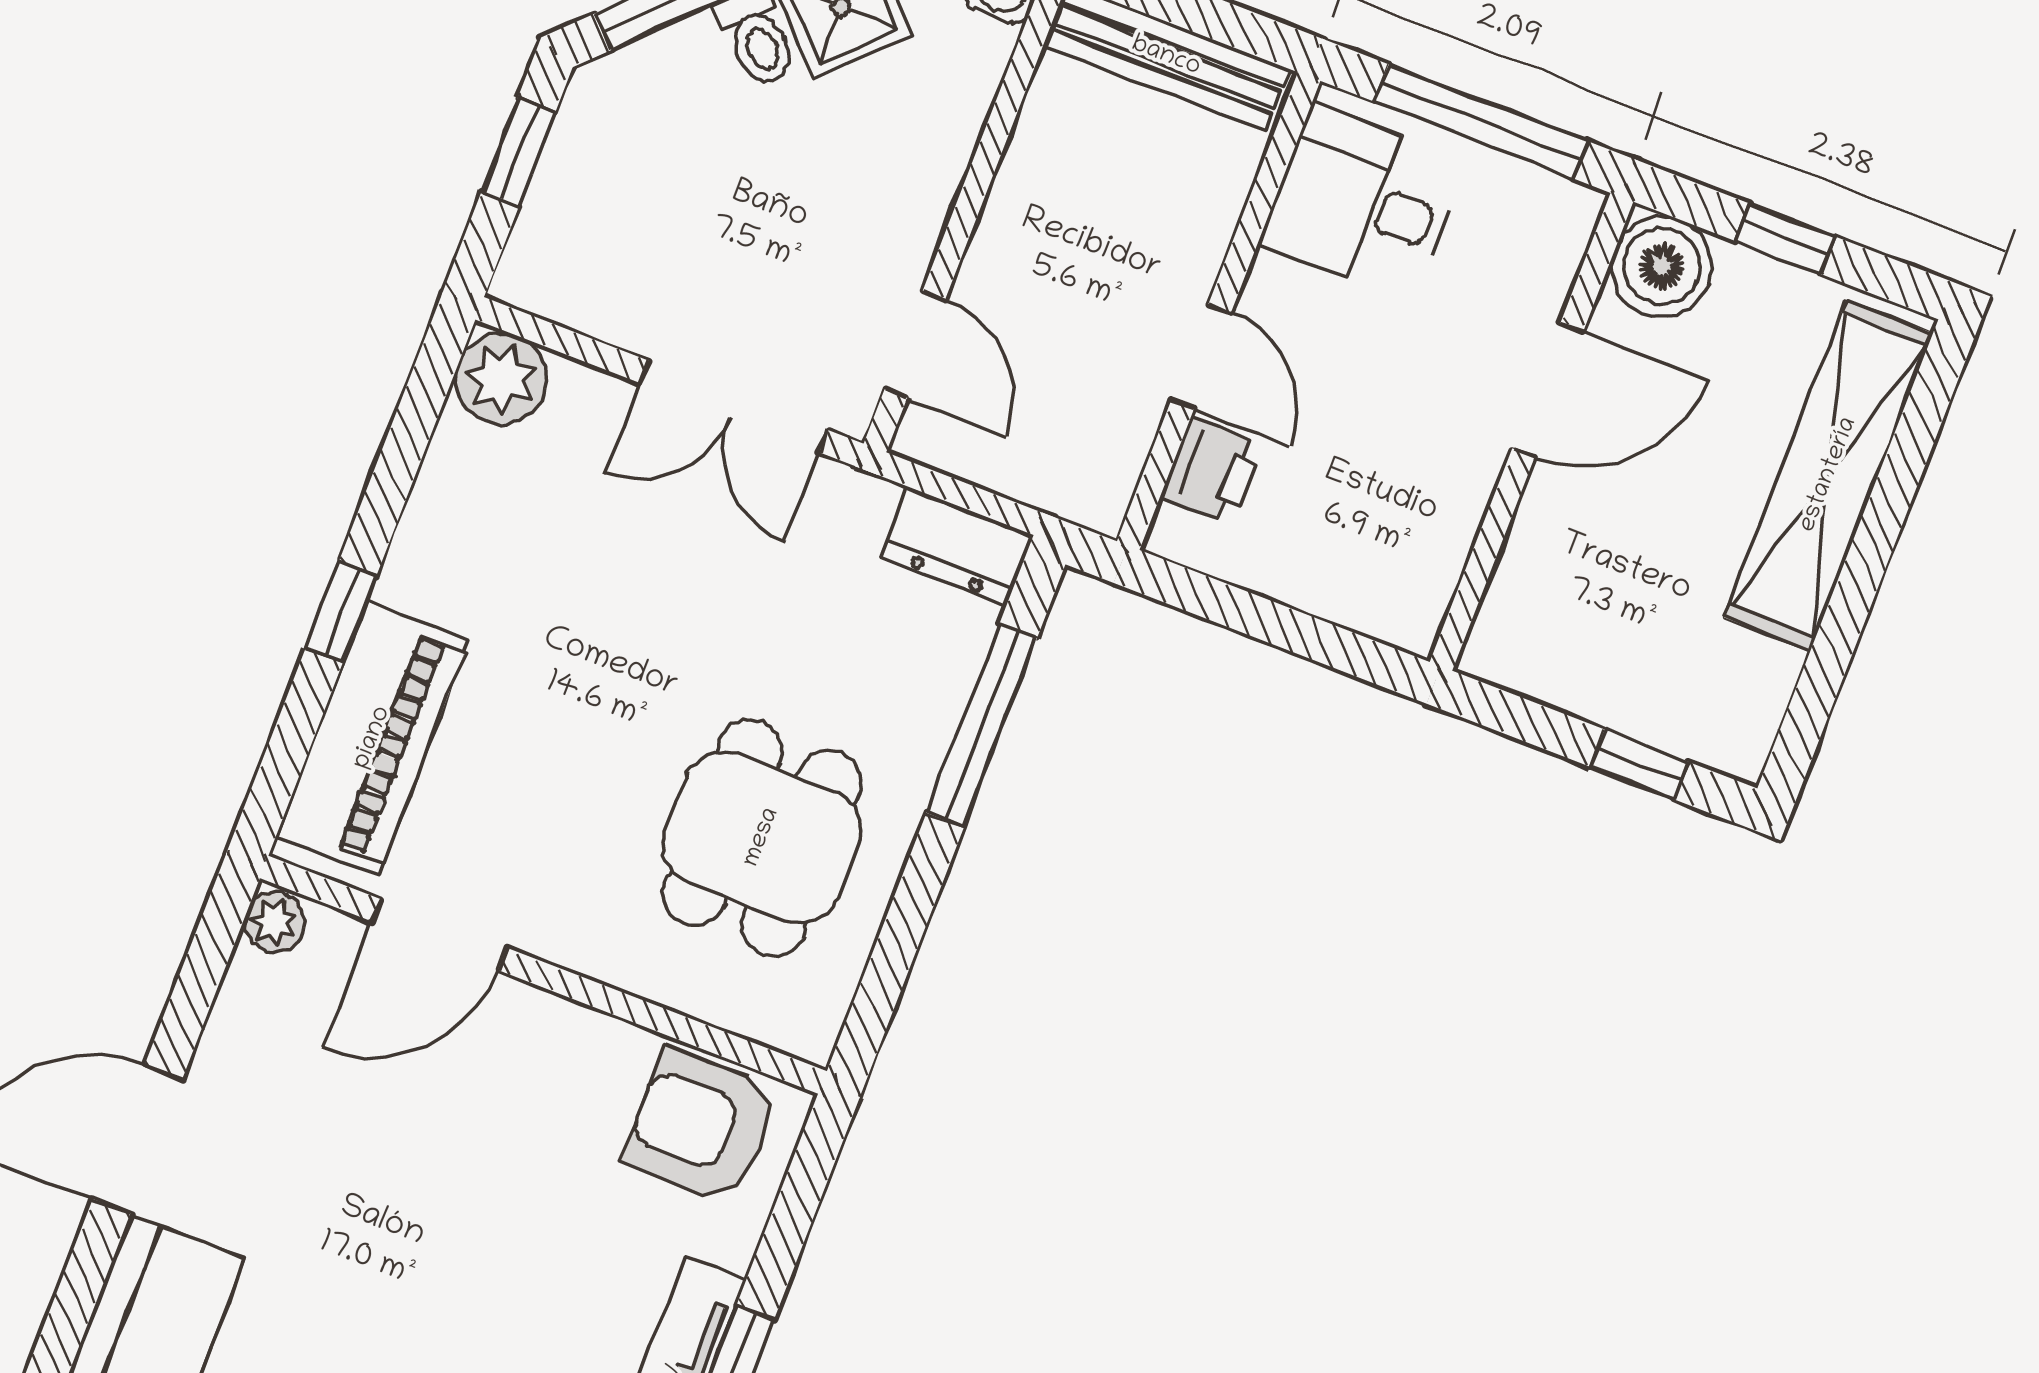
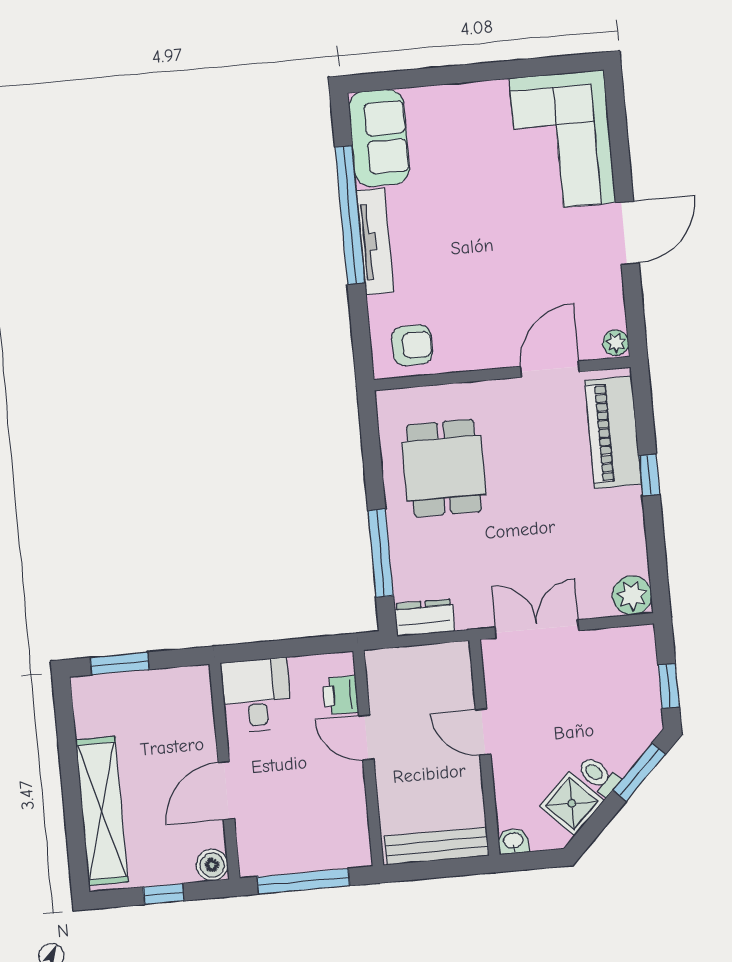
desk: (1362, 203) -> (257, 695), moved, turned -90
boiler: (1662, 266) -> (212, 865), width x0.73, depth x0.73
door: (915, 344) -> (483, 732), moved
window: (1639, 764) -> (120, 663), width x1.50
armchair: (702, 1126) -> (412, 345), width x0.72, depth x0.72

